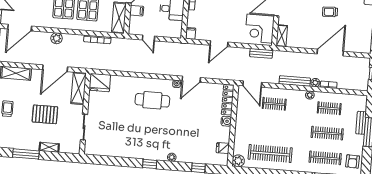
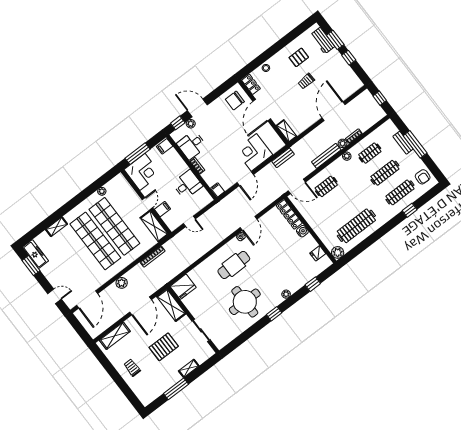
corner desk: (260, 29) -> (254, 152), moved, turned 90
round table: (136, 135) -> (245, 302), added

